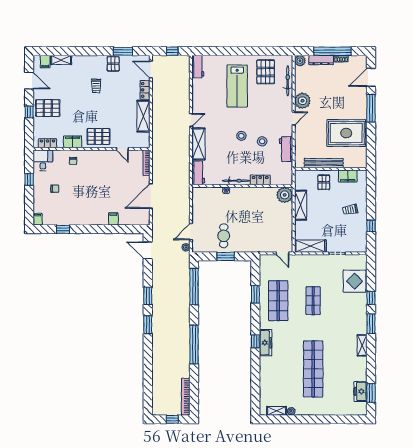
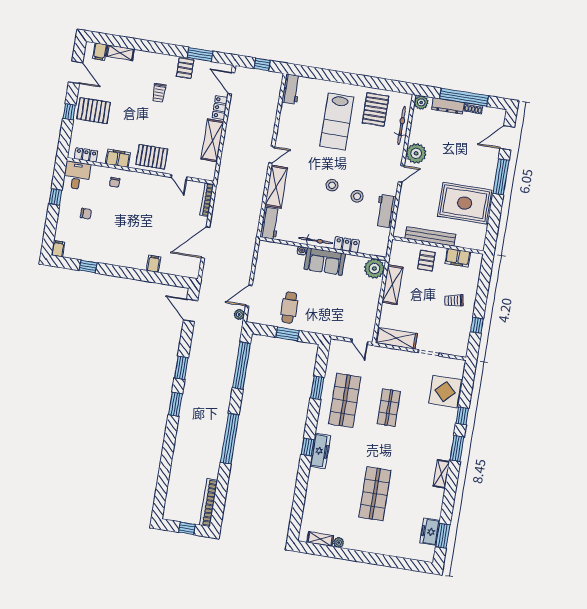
sofa: (245, 196) -> (325, 261), added
shop shelf: (313, 369) -> (375, 494), width x0.71

